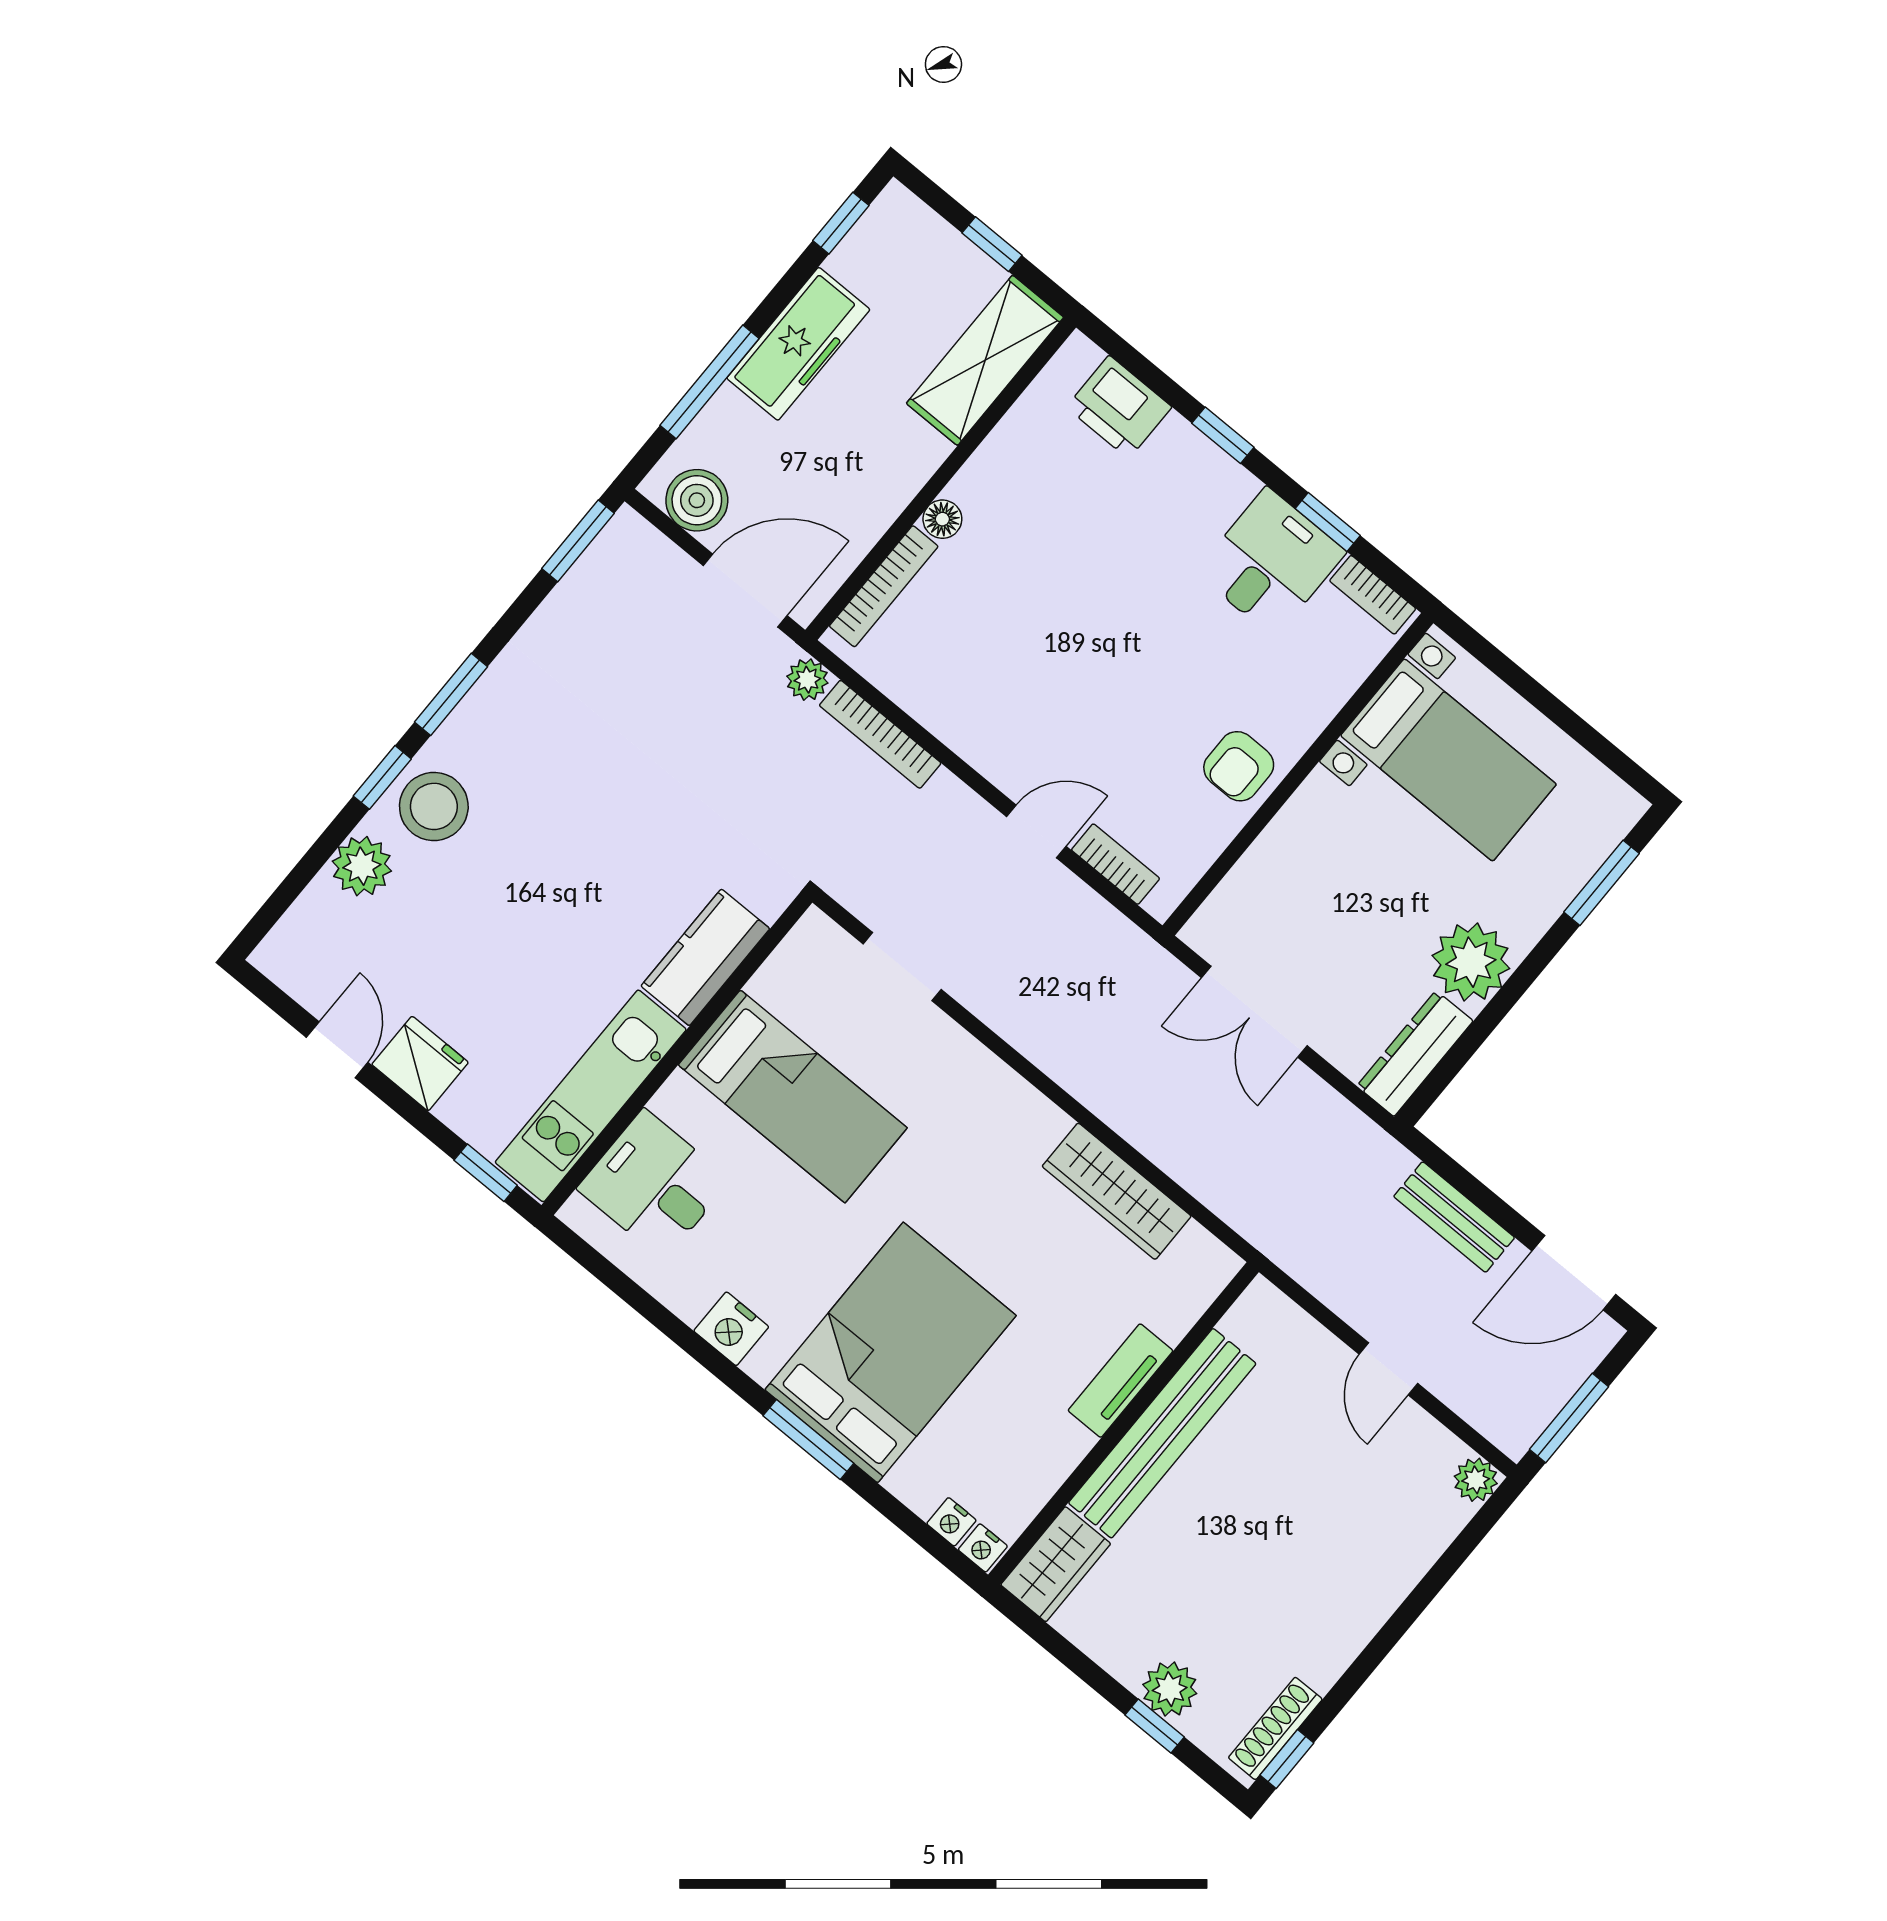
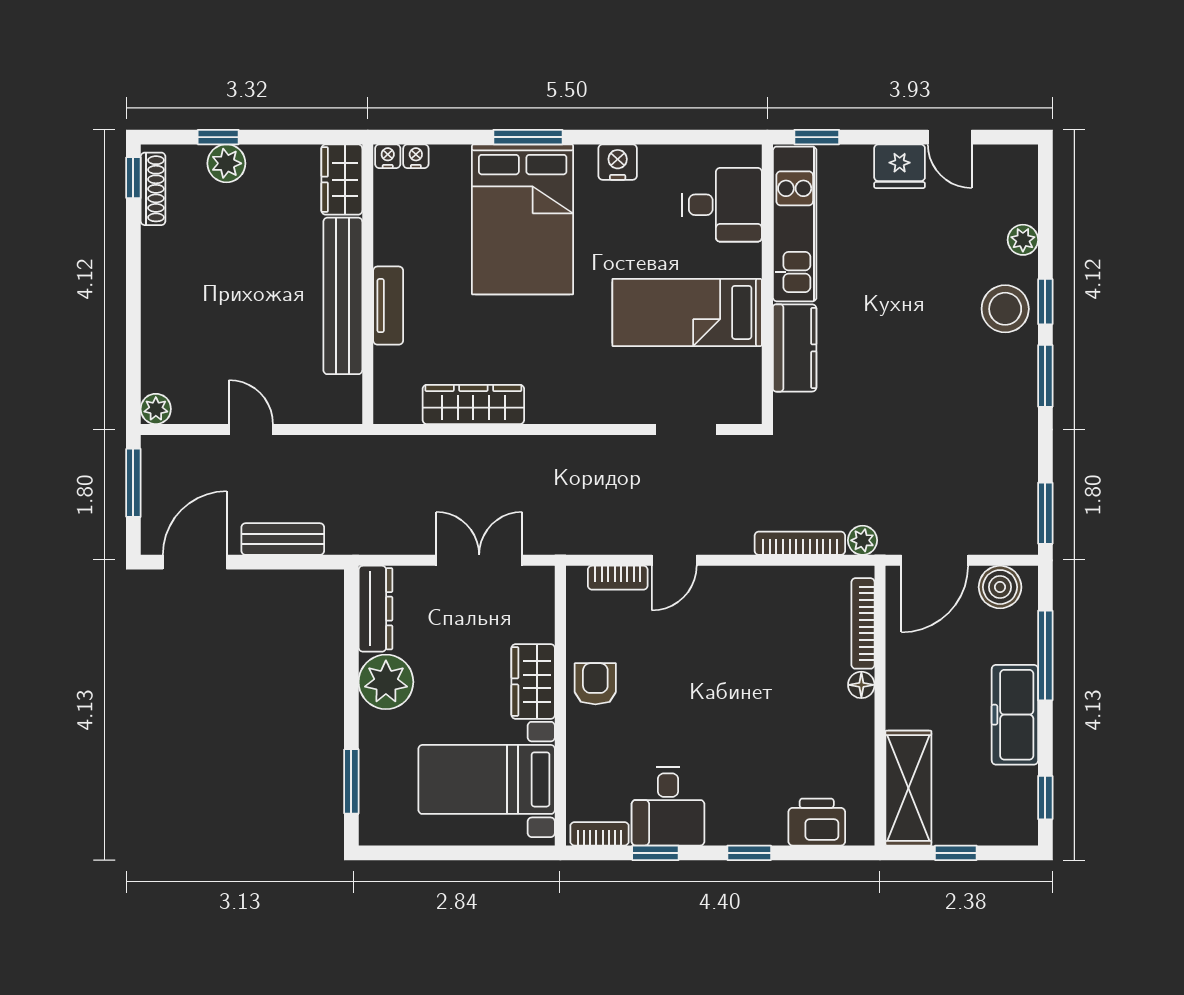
wardrobe: (1306, 826) -> (533, 681), added
plant: (362, 866) -> (1023, 240), width x0.73, depth x0.73

